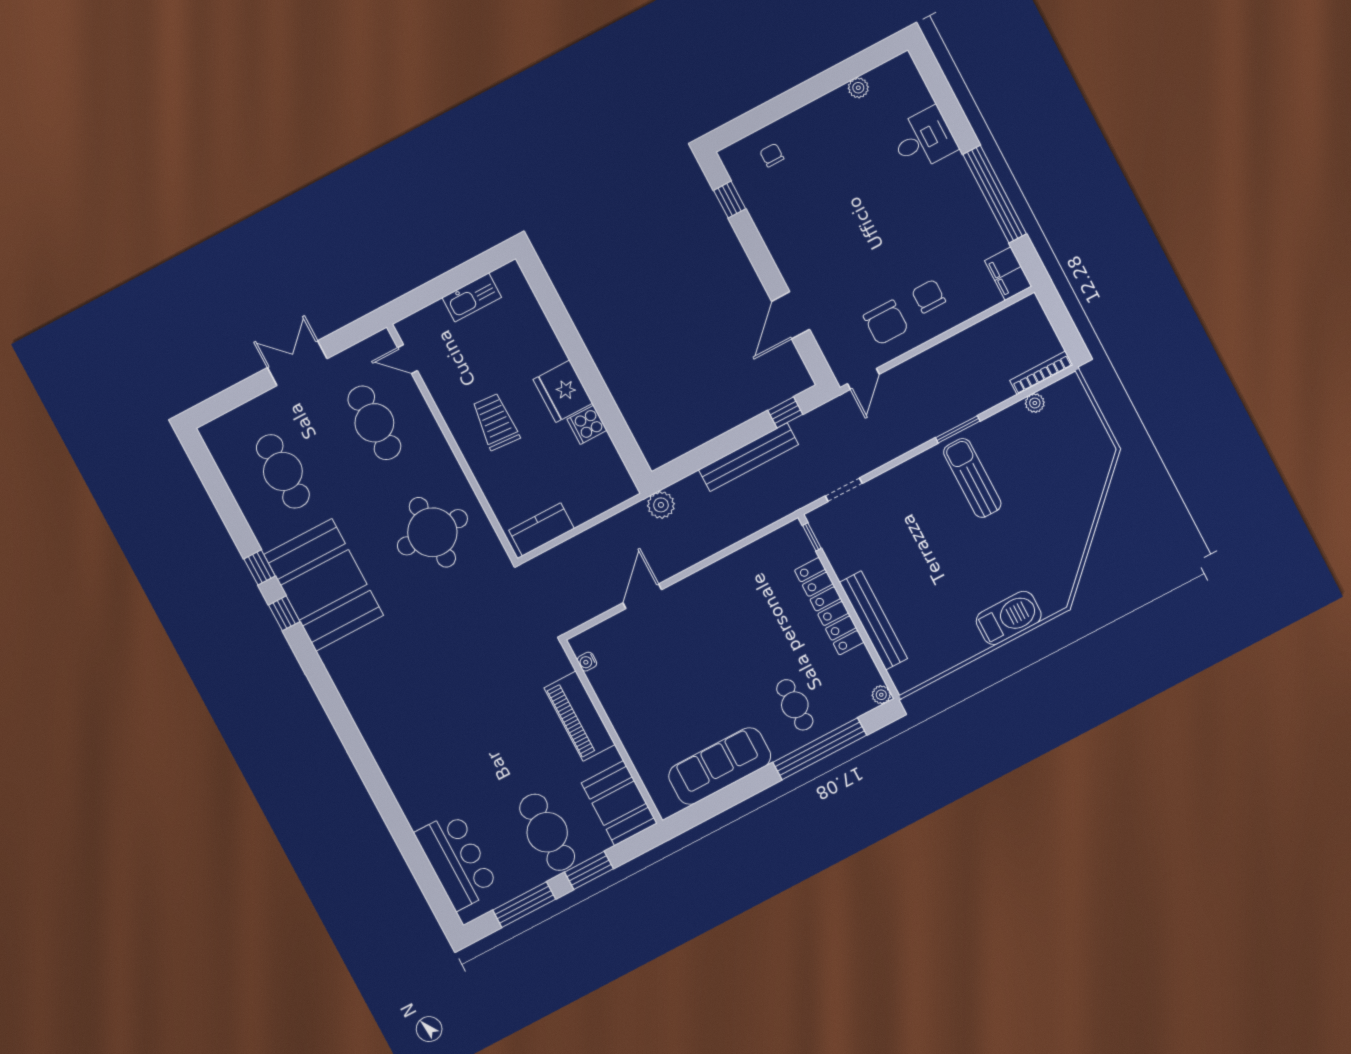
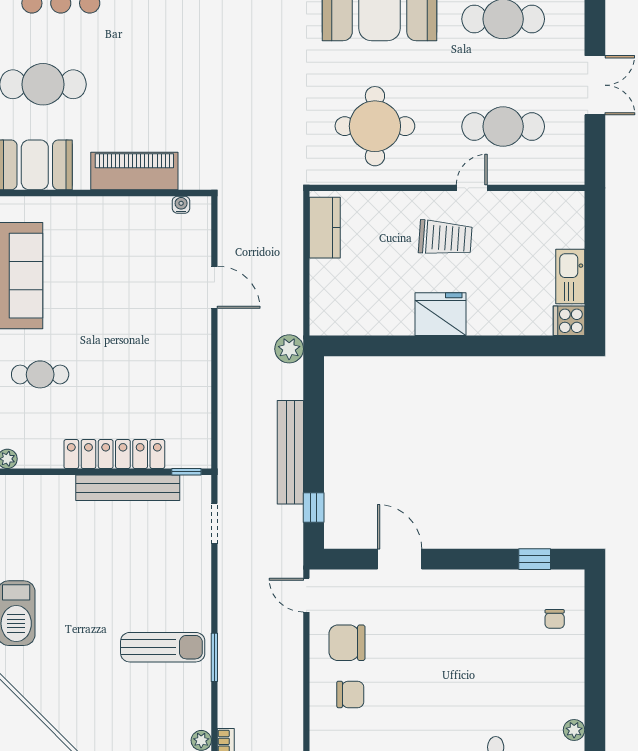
chair: (772, 155) -> (555, 619), turned 90
door: (407, 359) -> (472, 188), moved
cooker: (587, 425) -> (569, 321), moved, turned -90
bench: (873, 620) -> (128, 488), moved

